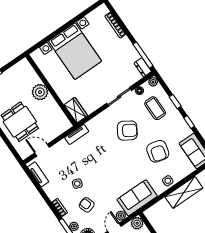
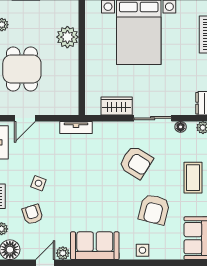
plant: (40, 92) -> (67, 37), moved
coffee table: (155, 108) -> (193, 178), moved
wardrobe: (76, 110) -> (117, 106), moved, turned -90
door: (42, 150) -> (25, 118), swing flipped

